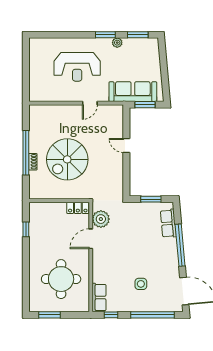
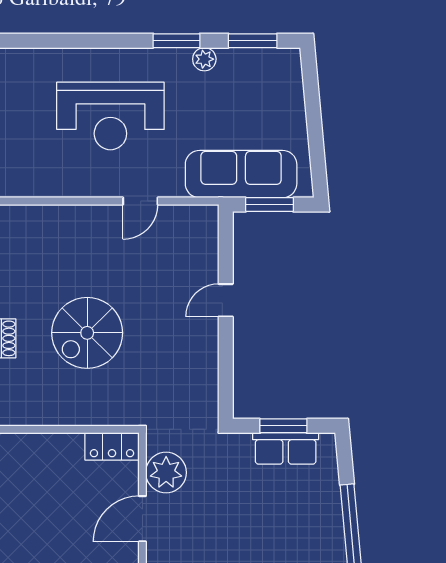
door: (126, 146) -> (226, 300), hinge flipped
spiral stairs: (67, 159) -> (87, 333), width x0.73, depth x0.73
row of seats: (168, 223) -> (286, 448), moved, turned -85

